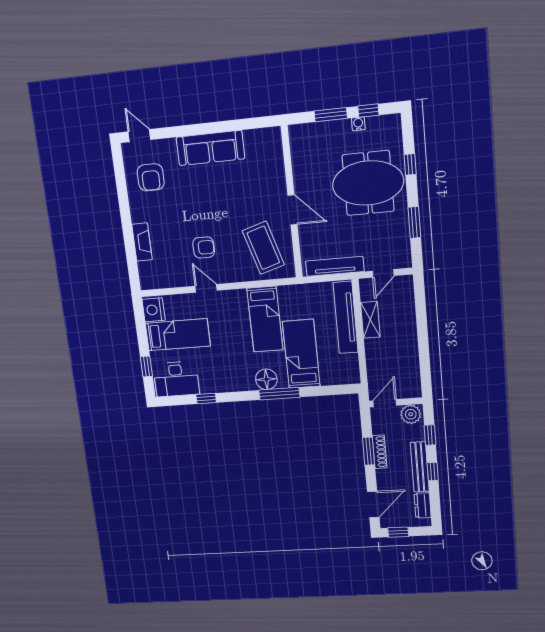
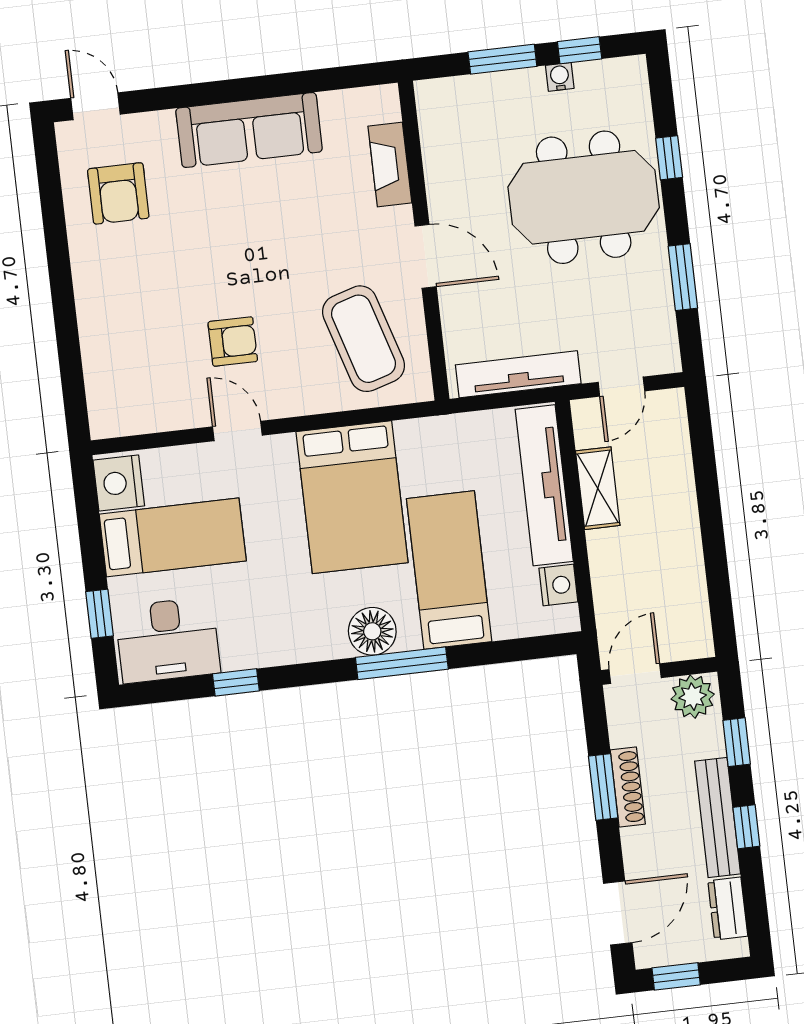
fireplace: (142, 242) -> (390, 164), moved, turned 180
bed: (265, 319) -> (352, 497), width x1.50
nightstand: (351, 363) -> (558, 585), added

